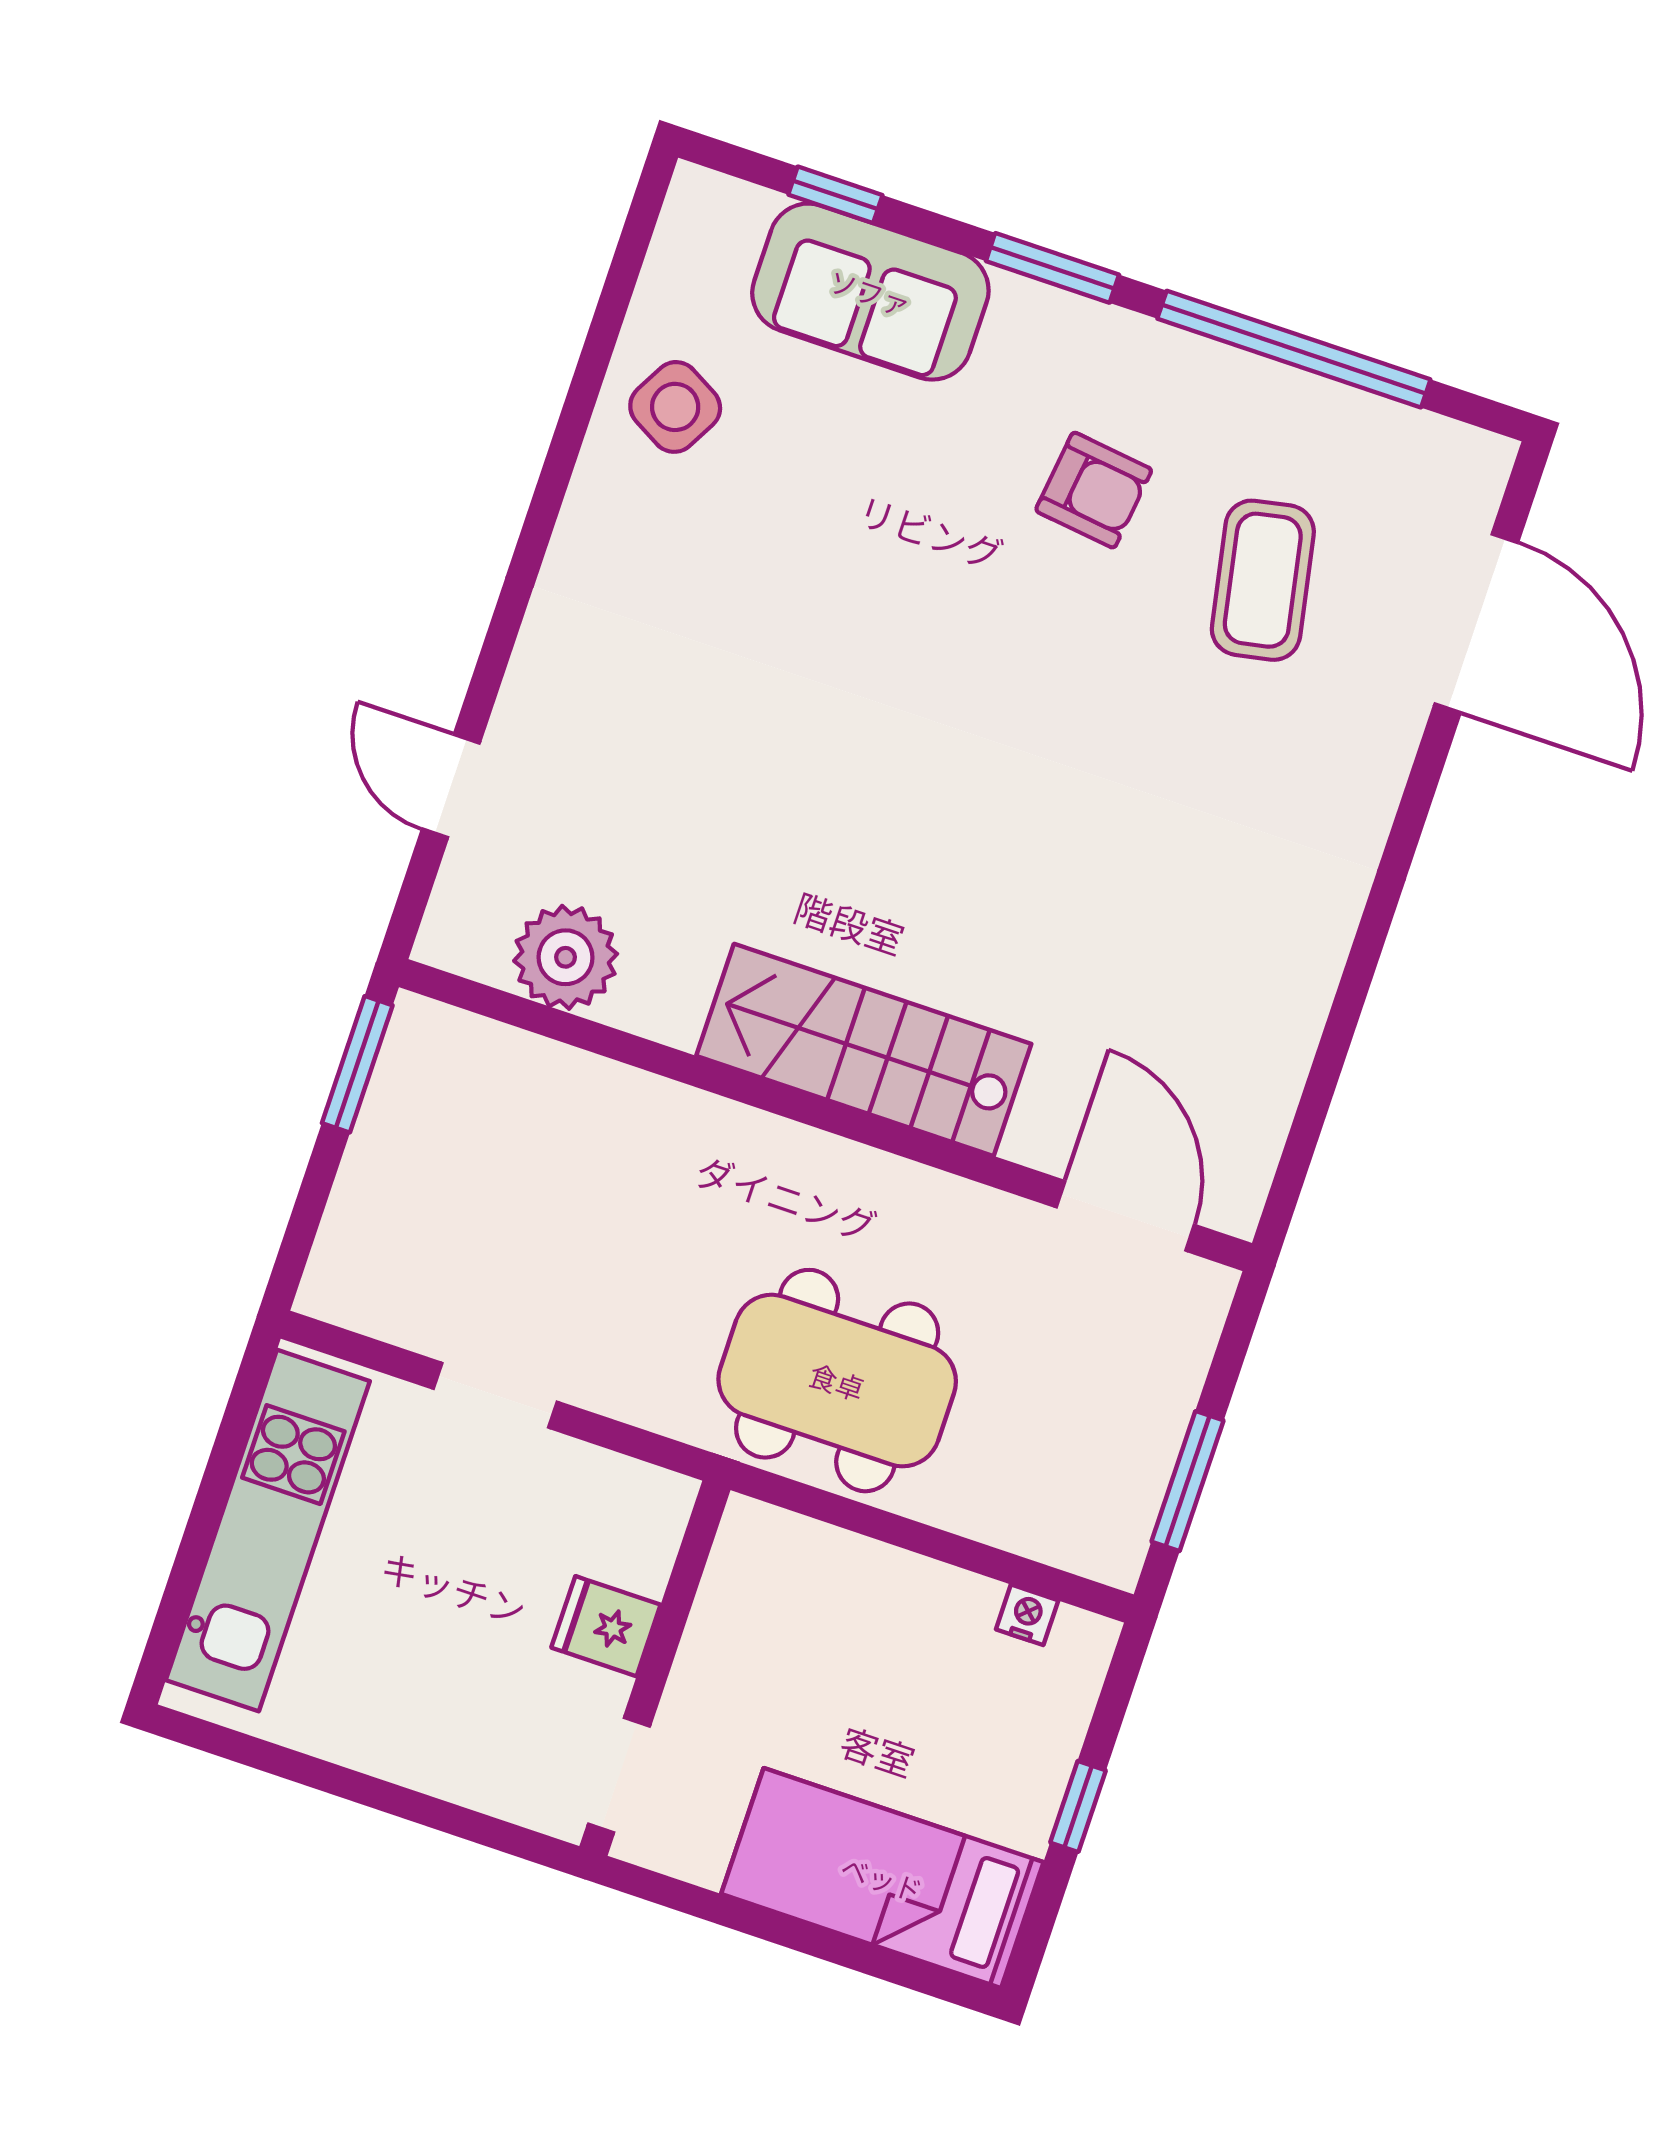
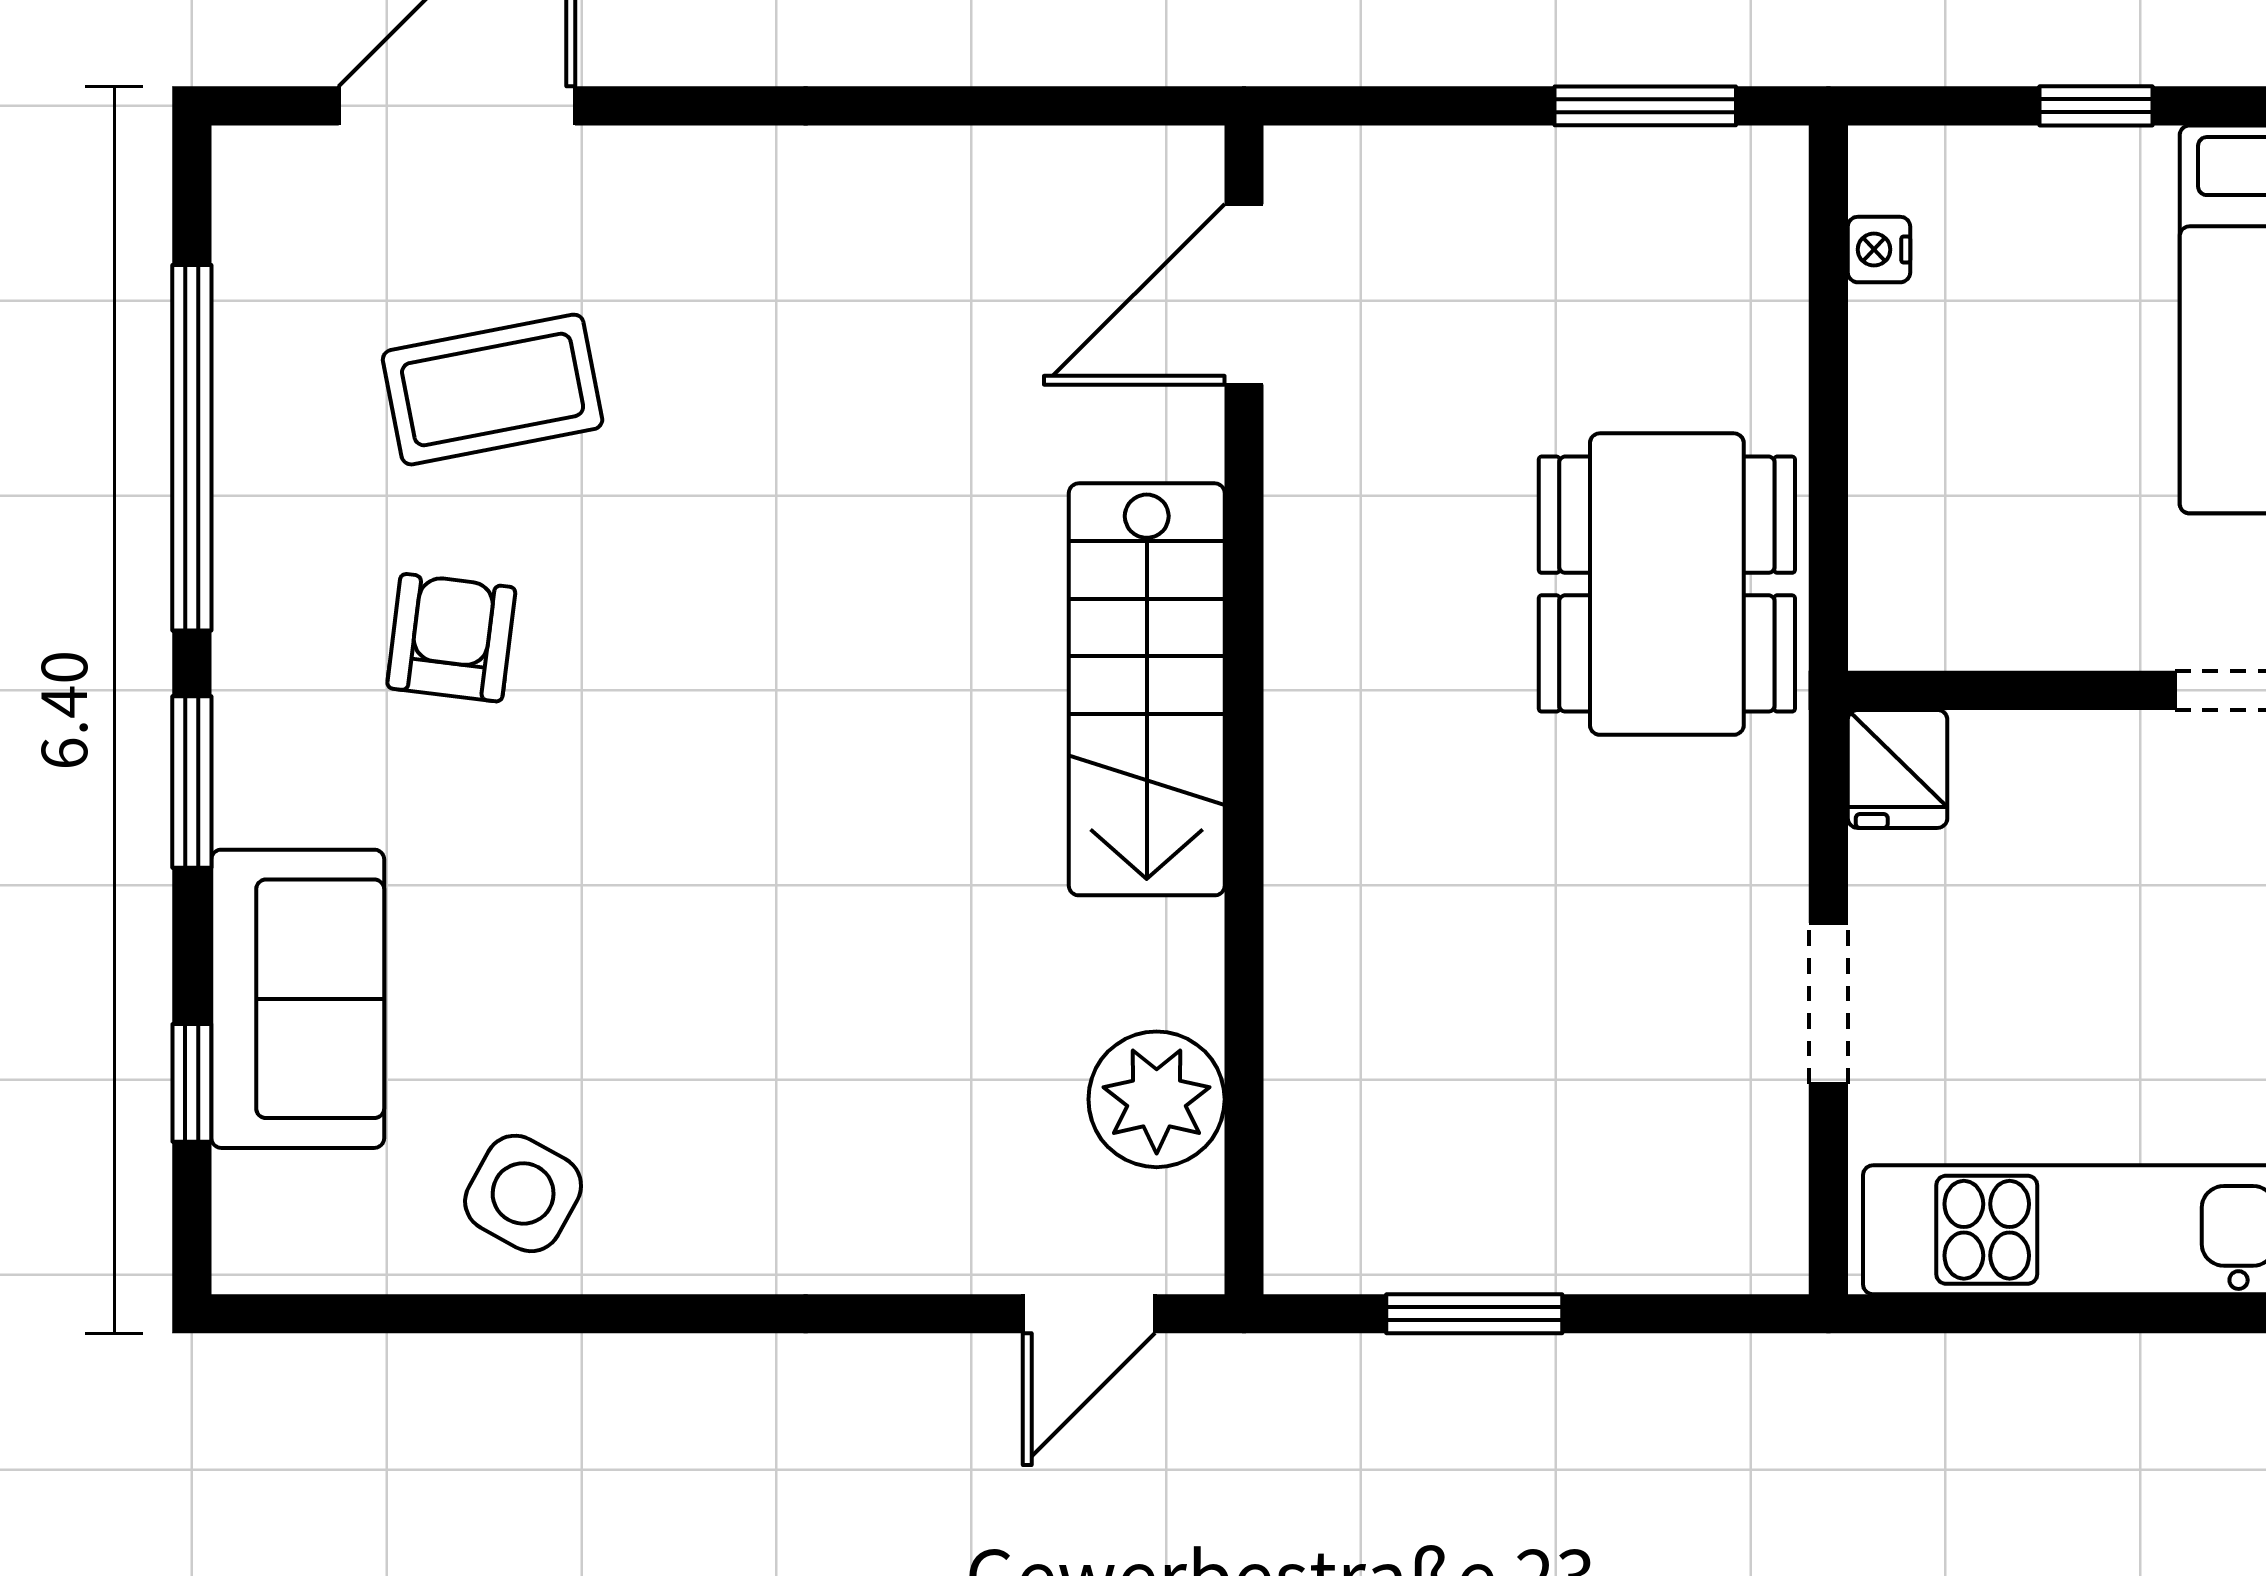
plant: (566, 957) -> (1157, 1099), moved
stairs: (864, 1050) -> (1147, 689), moved
wall: (825, 1115) -> (1244, 710), moved
door: (1125, 1216) -> (1244, 294), moved
fridge: (606, 1626) -> (1898, 769), moved

